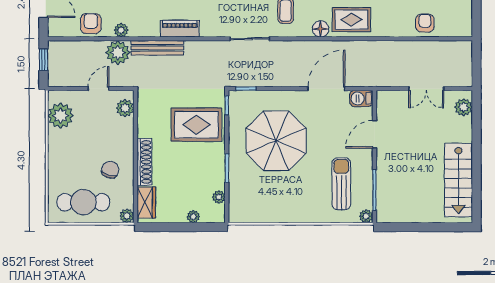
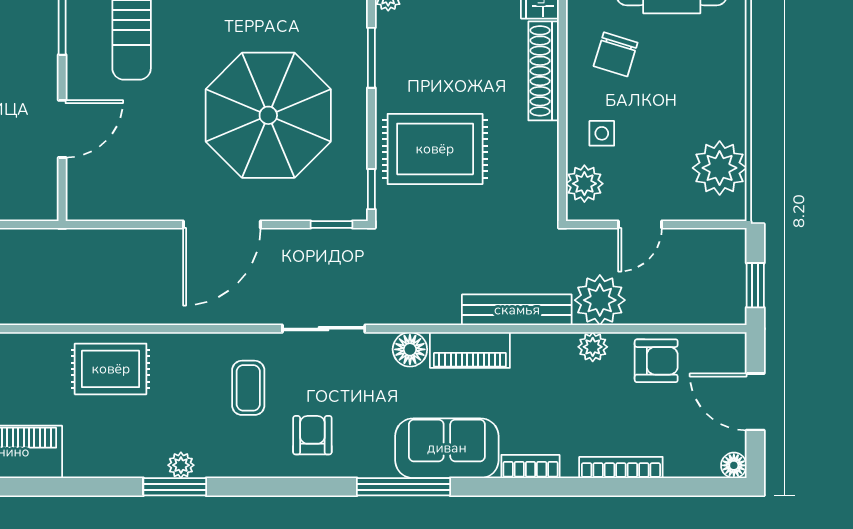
armchair: (91, 24) -> (656, 361), turned -90
floor lamp: (321, 29) -> (410, 349), moved
door: (326, 89) -> (222, 224), moved
barbecue: (361, 98) -> (90, 204), removed
side table: (117, 132) -> (602, 133), added

